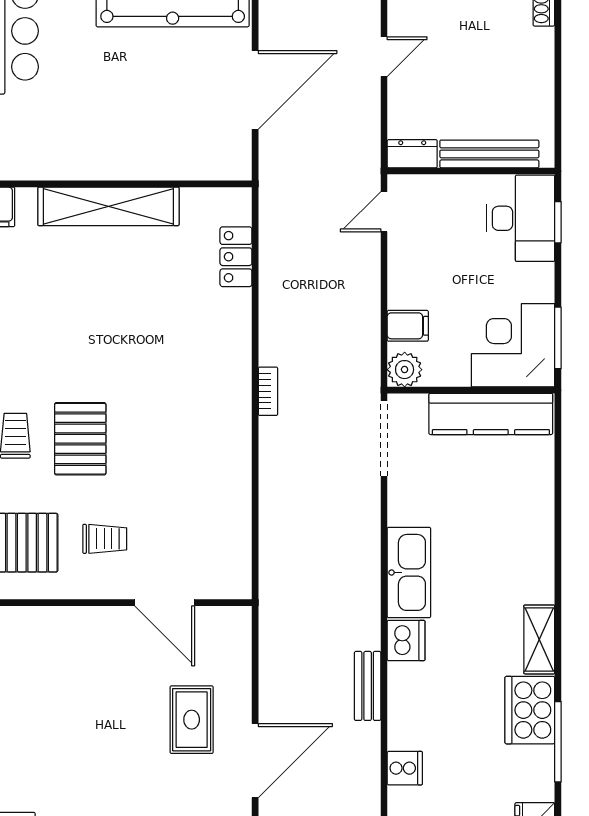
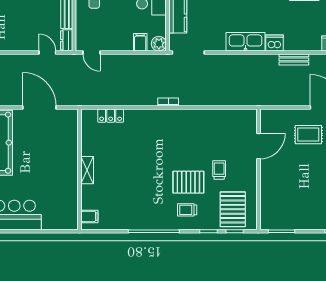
door: (384, 57) -> (47, 52), moved
shelving: (108, 206) -> (87, 170), width x0.45, depth x0.75
trolley: (105, 539) -> (219, 170), moved

